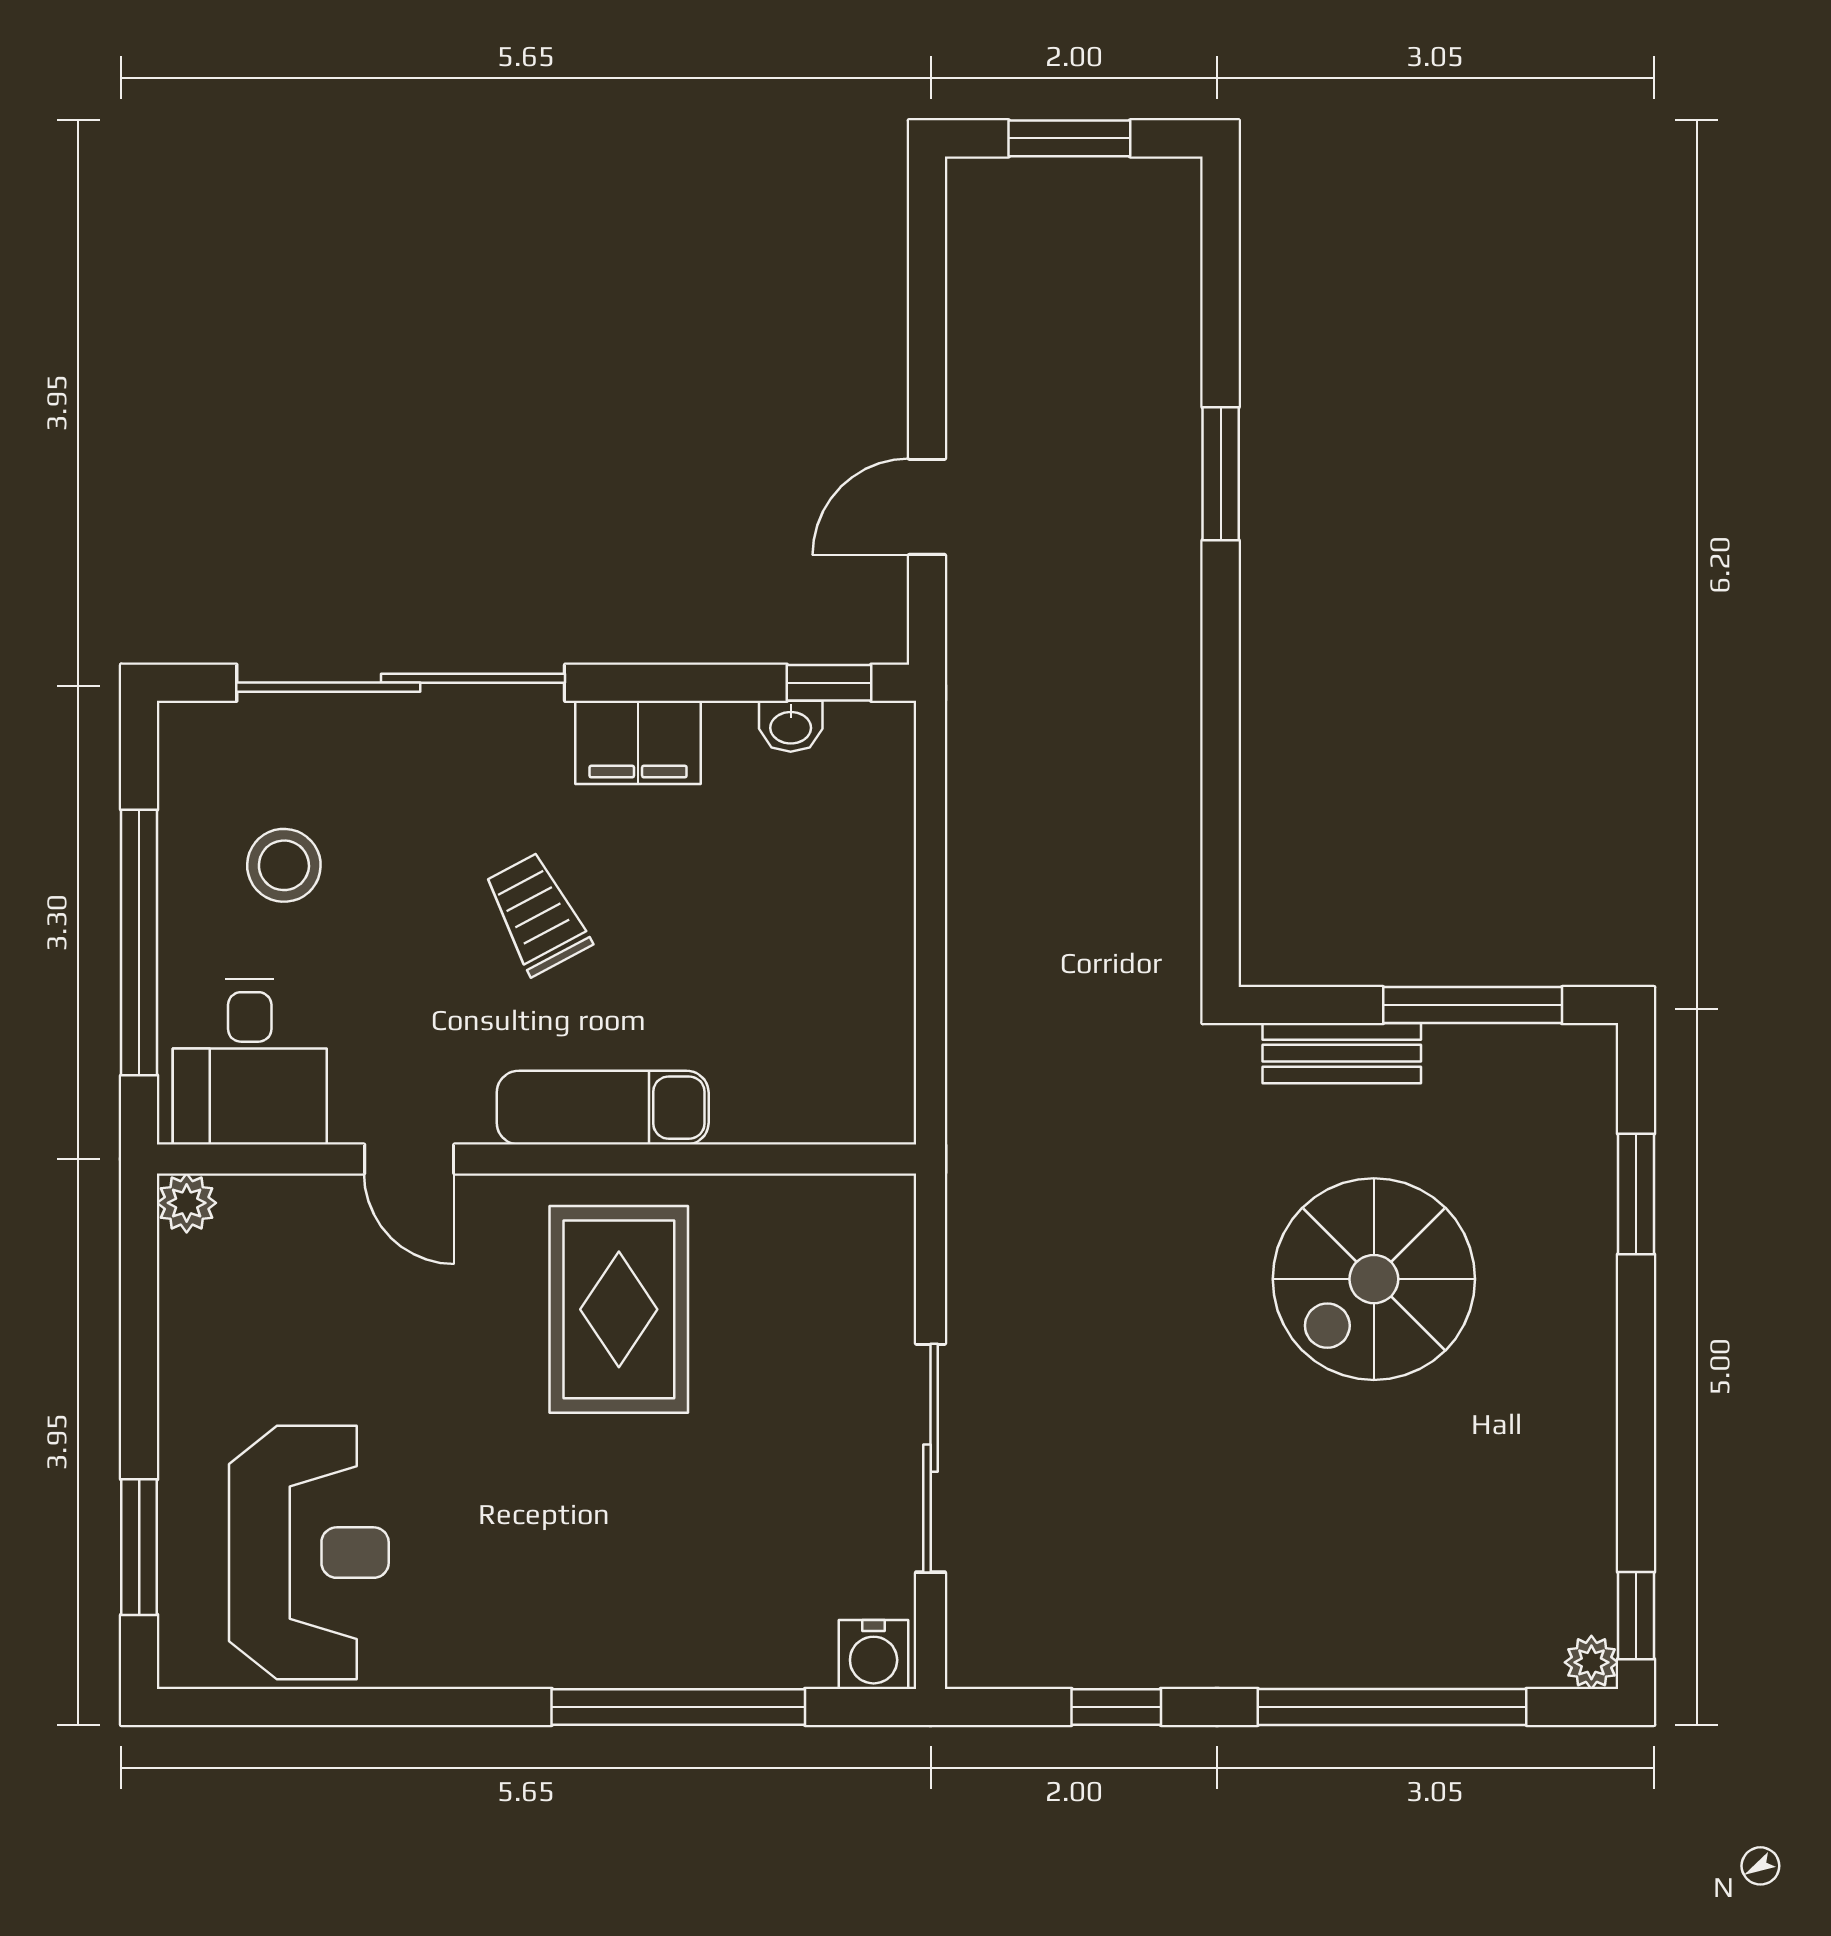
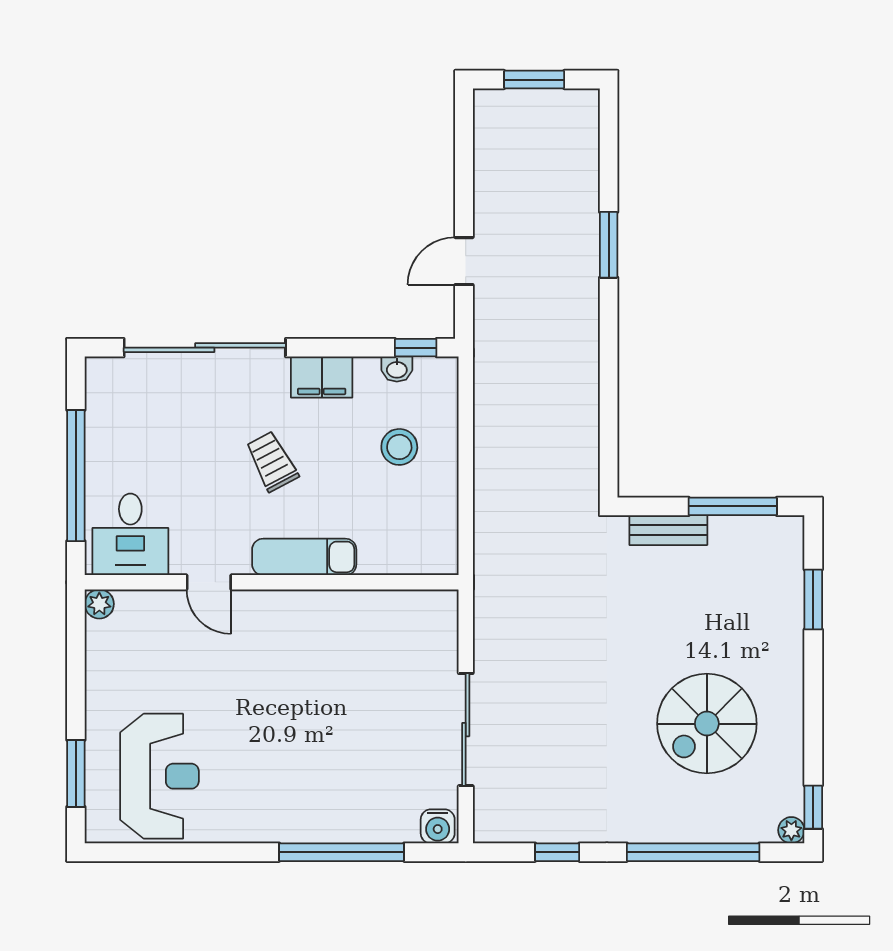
stool: (284, 865) -> (399, 447), moved
spiral stairs: (1374, 1279) -> (707, 724), moved
rug: (619, 1309) -> (312, 656), removed

